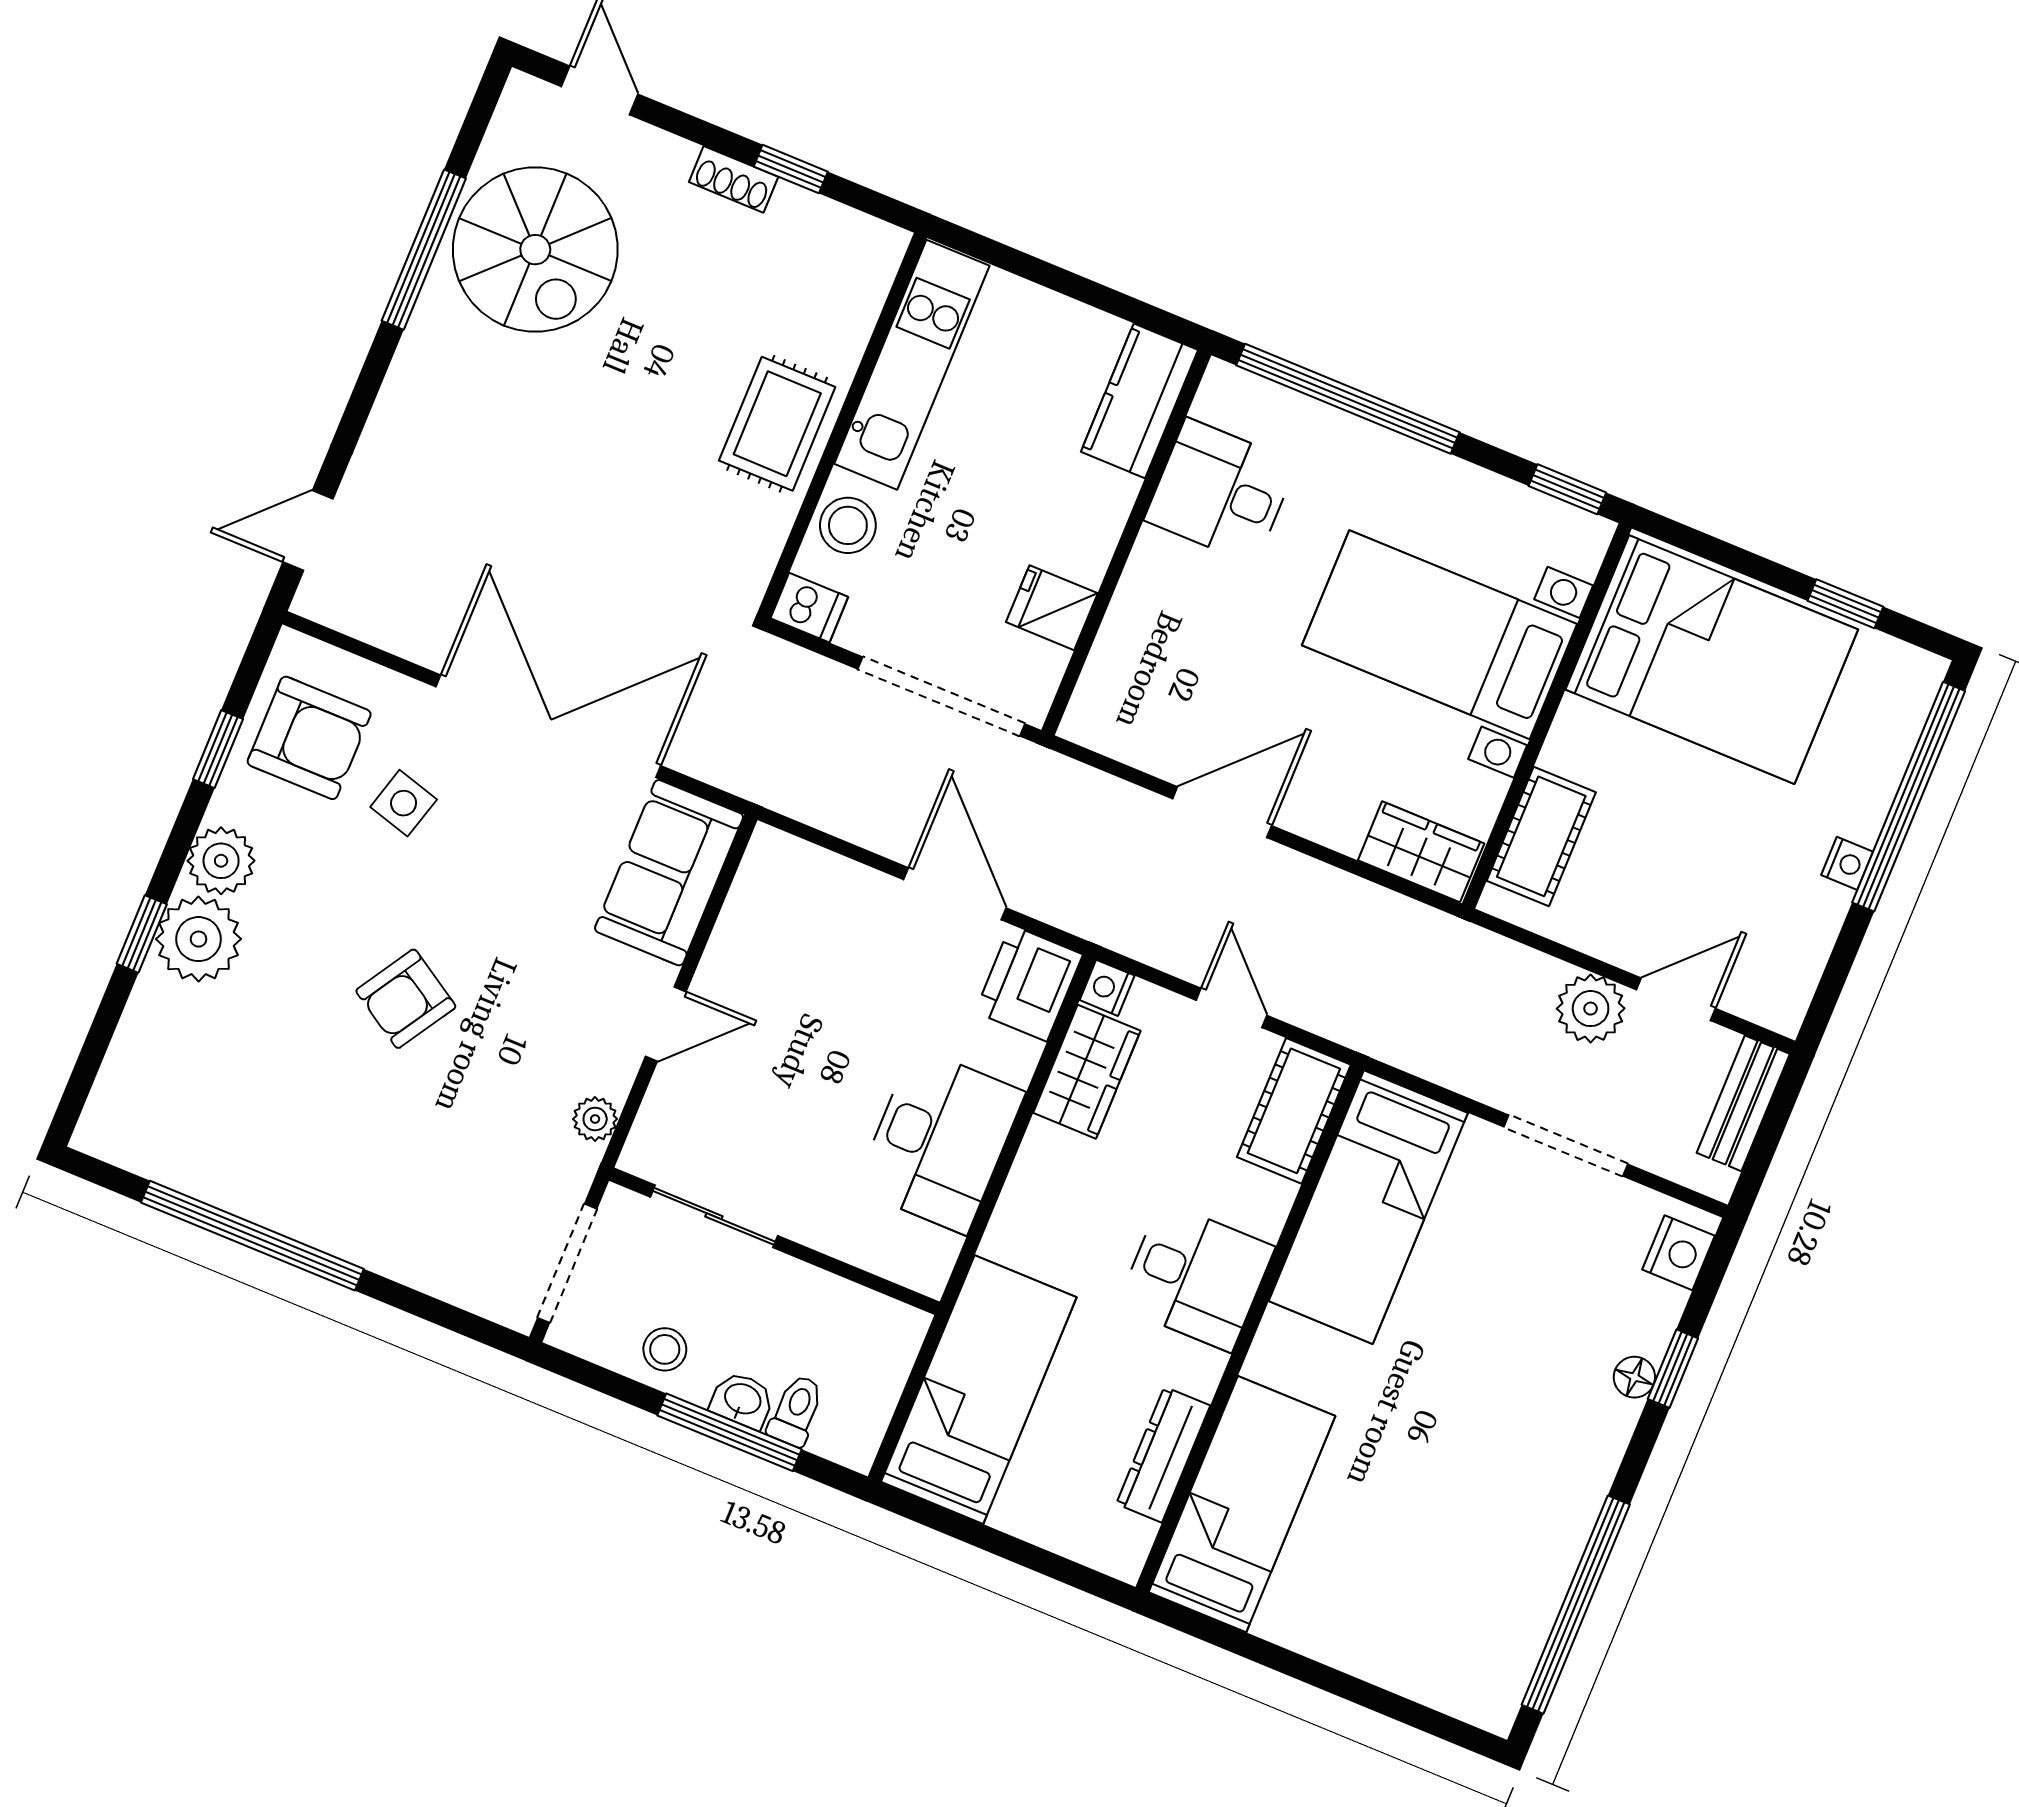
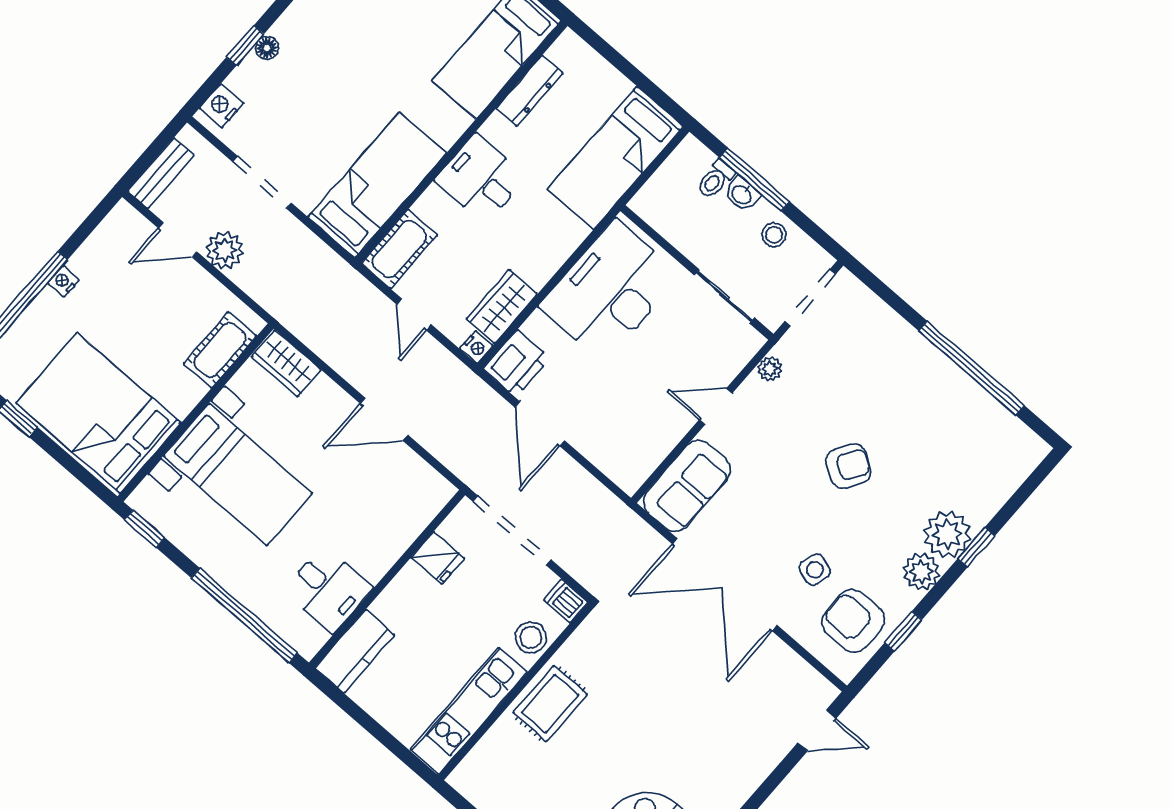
desk: (940, 1141) -> (610, 291), width x1.36, depth x1.30

